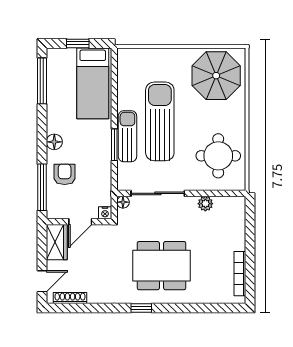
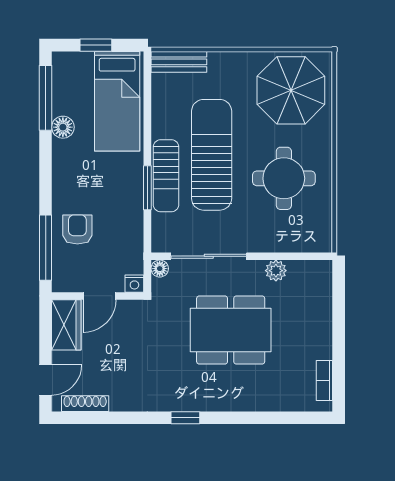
bench: (137, 55) -> (179, 62), added
sun lounger: (127, 136) -> (166, 176), turned 180
floor lamp: (54, 142) -> (63, 127), moved
round table: (218, 156) -> (284, 178), moved
dining table: (162, 266) -> (231, 330), moved
bookcase: (240, 274) -> (324, 381), width x0.64

